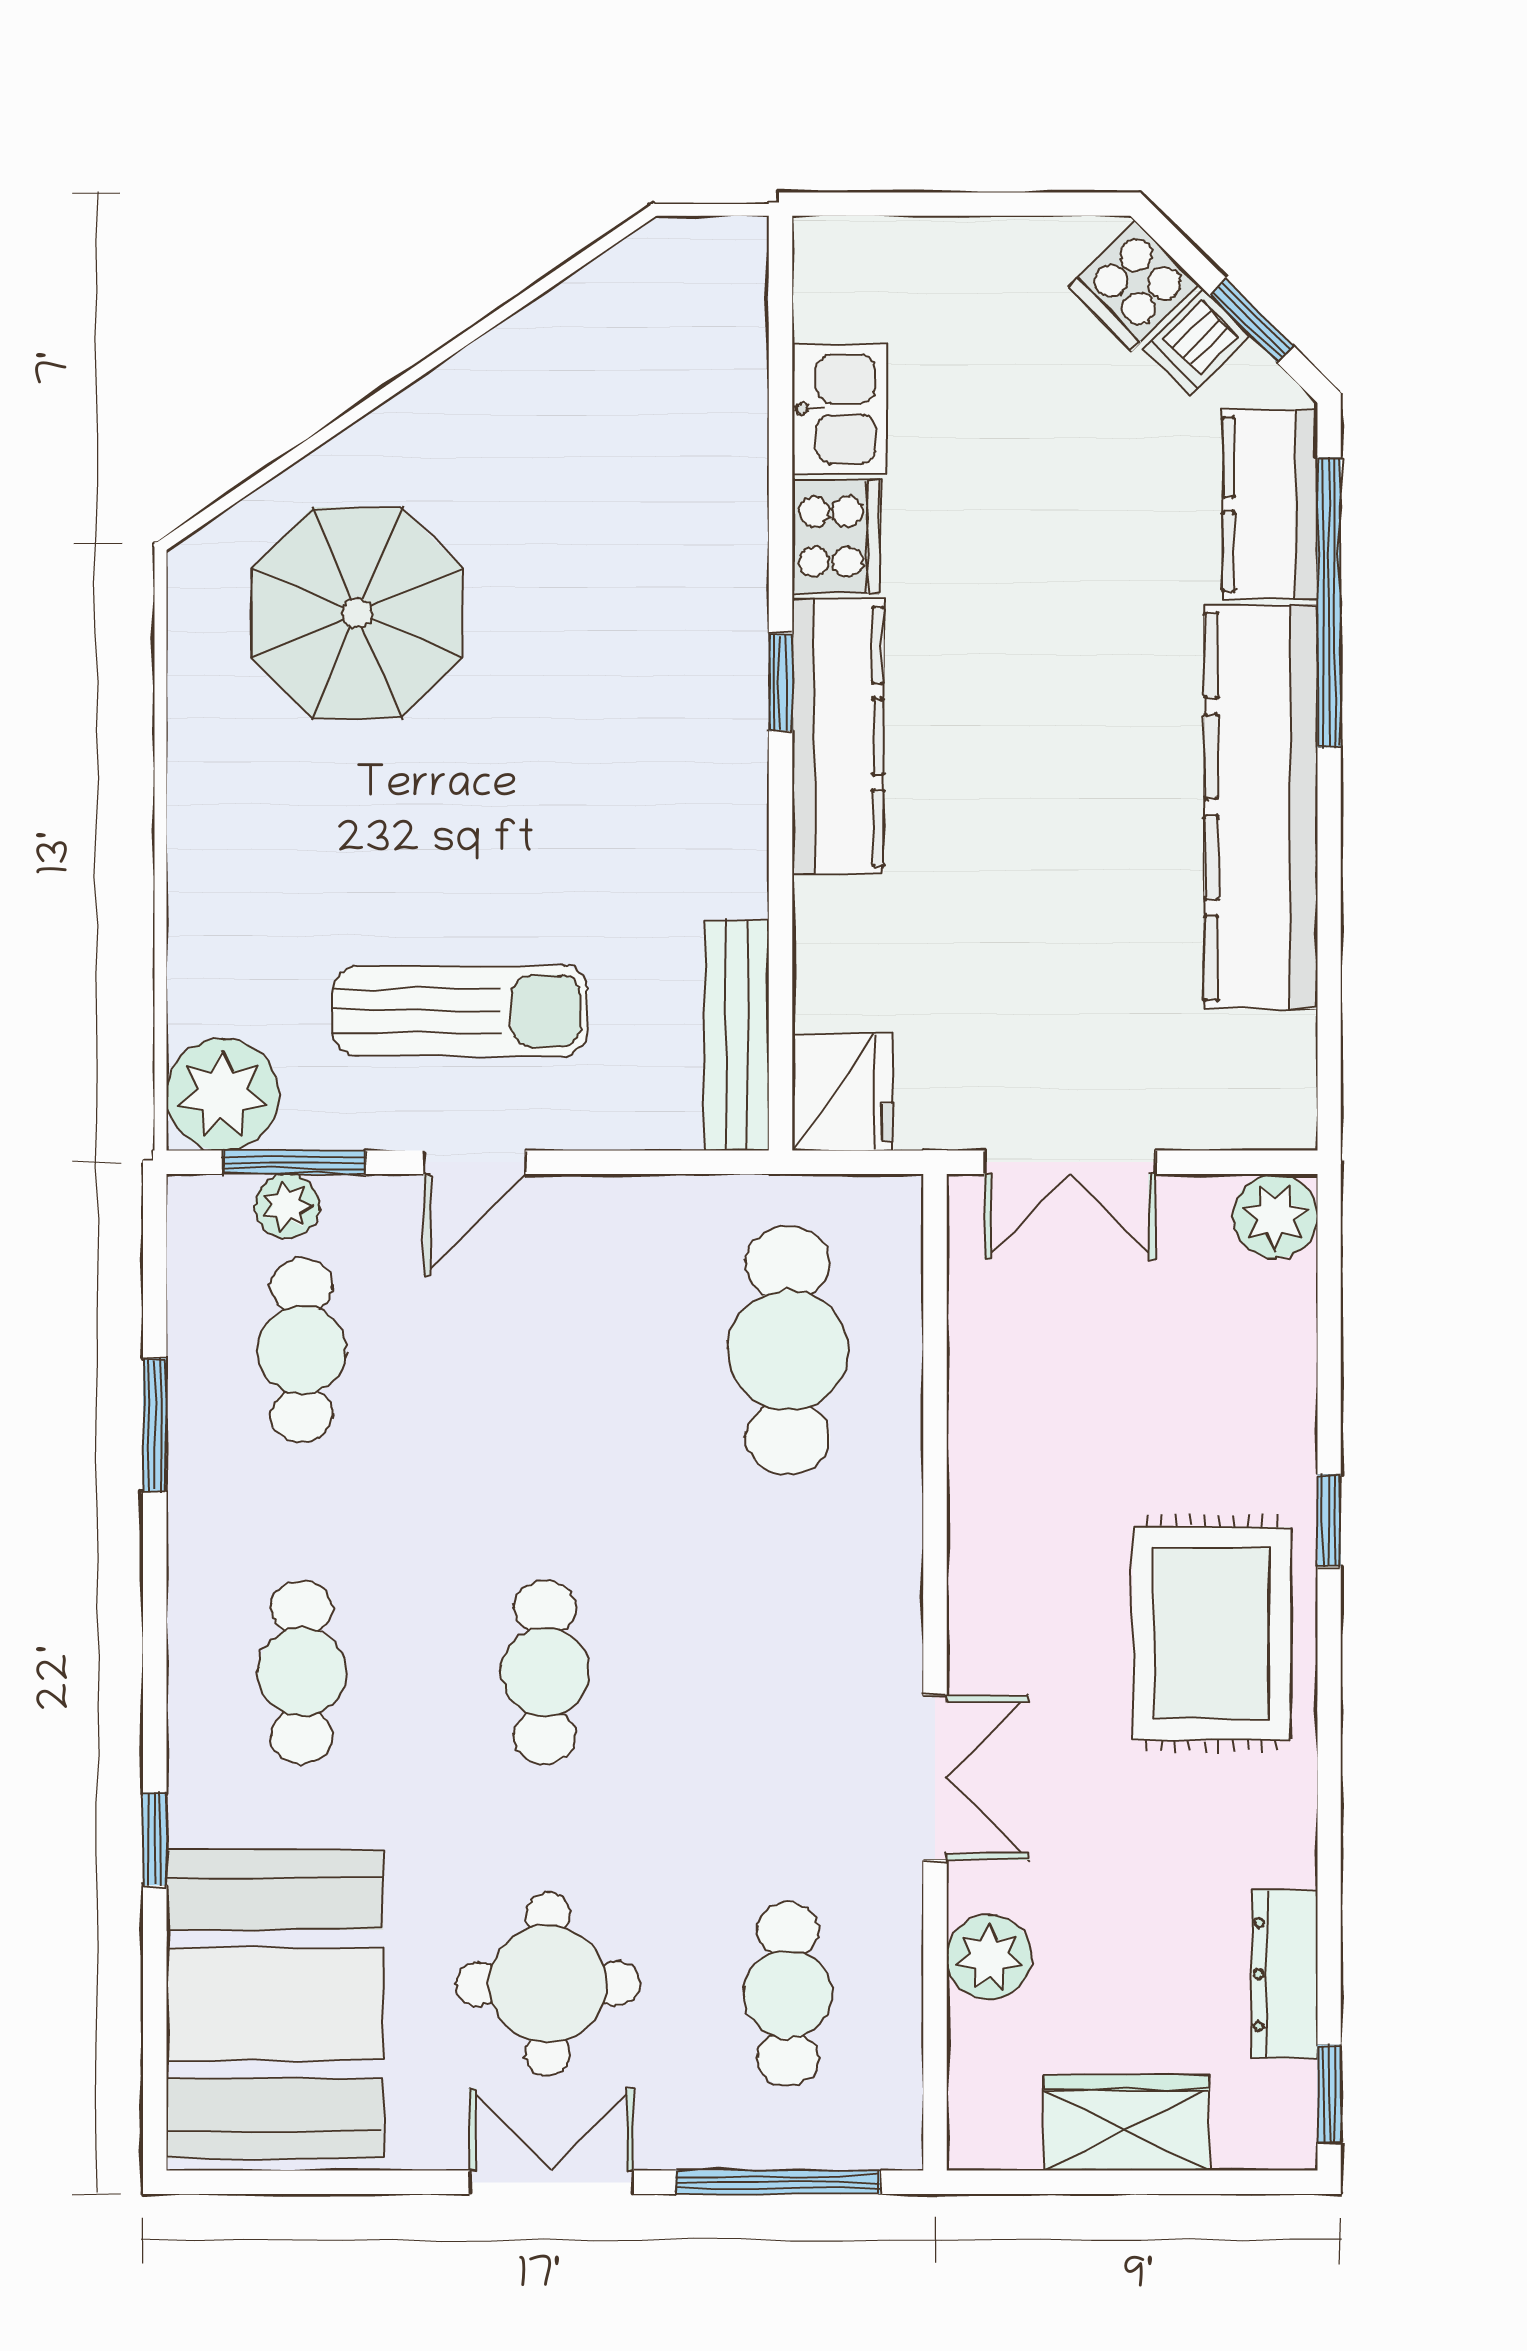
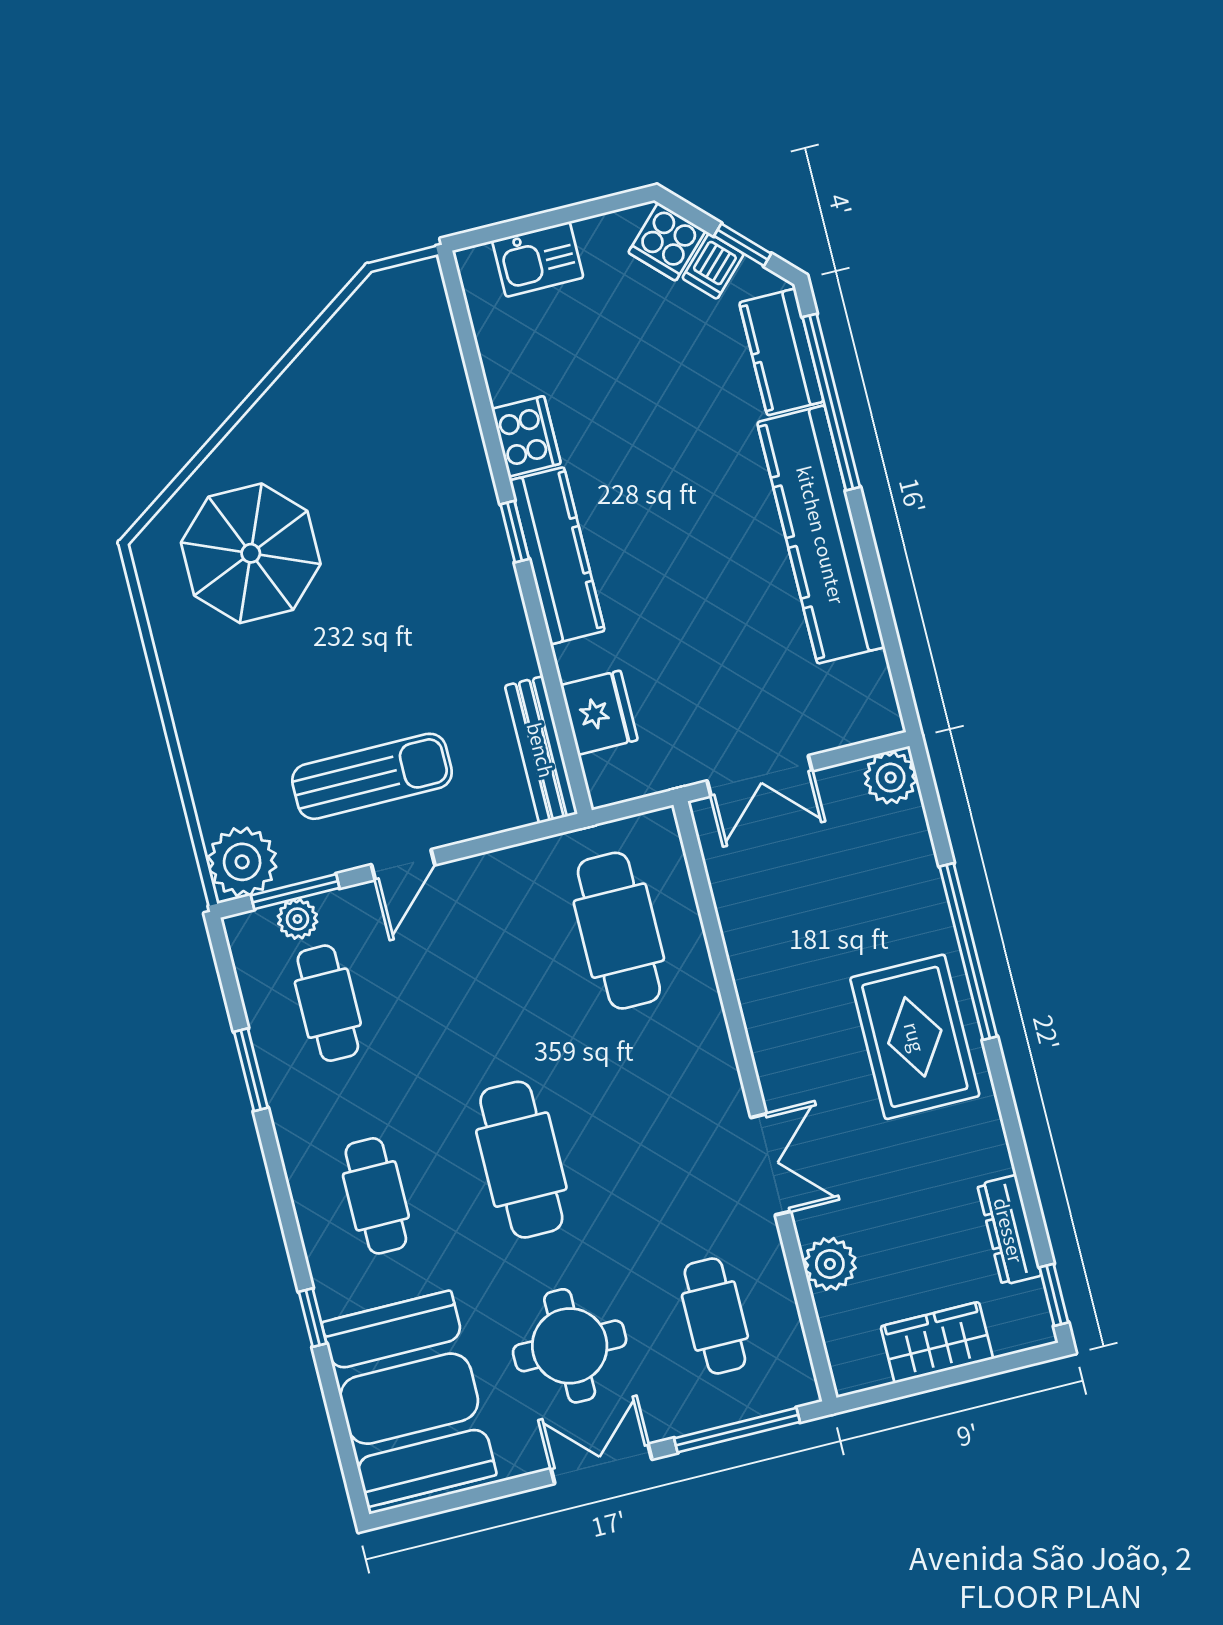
kitchen sink: (839, 409) -> (538, 259), moved, turned 90
fridge: (842, 1092) -> (599, 713), moved
window: (1329, 1520) -> (968, 952), width x3.17
cafe table: (545, 1672) -> (521, 1160), width x1.37, depth x1.35

